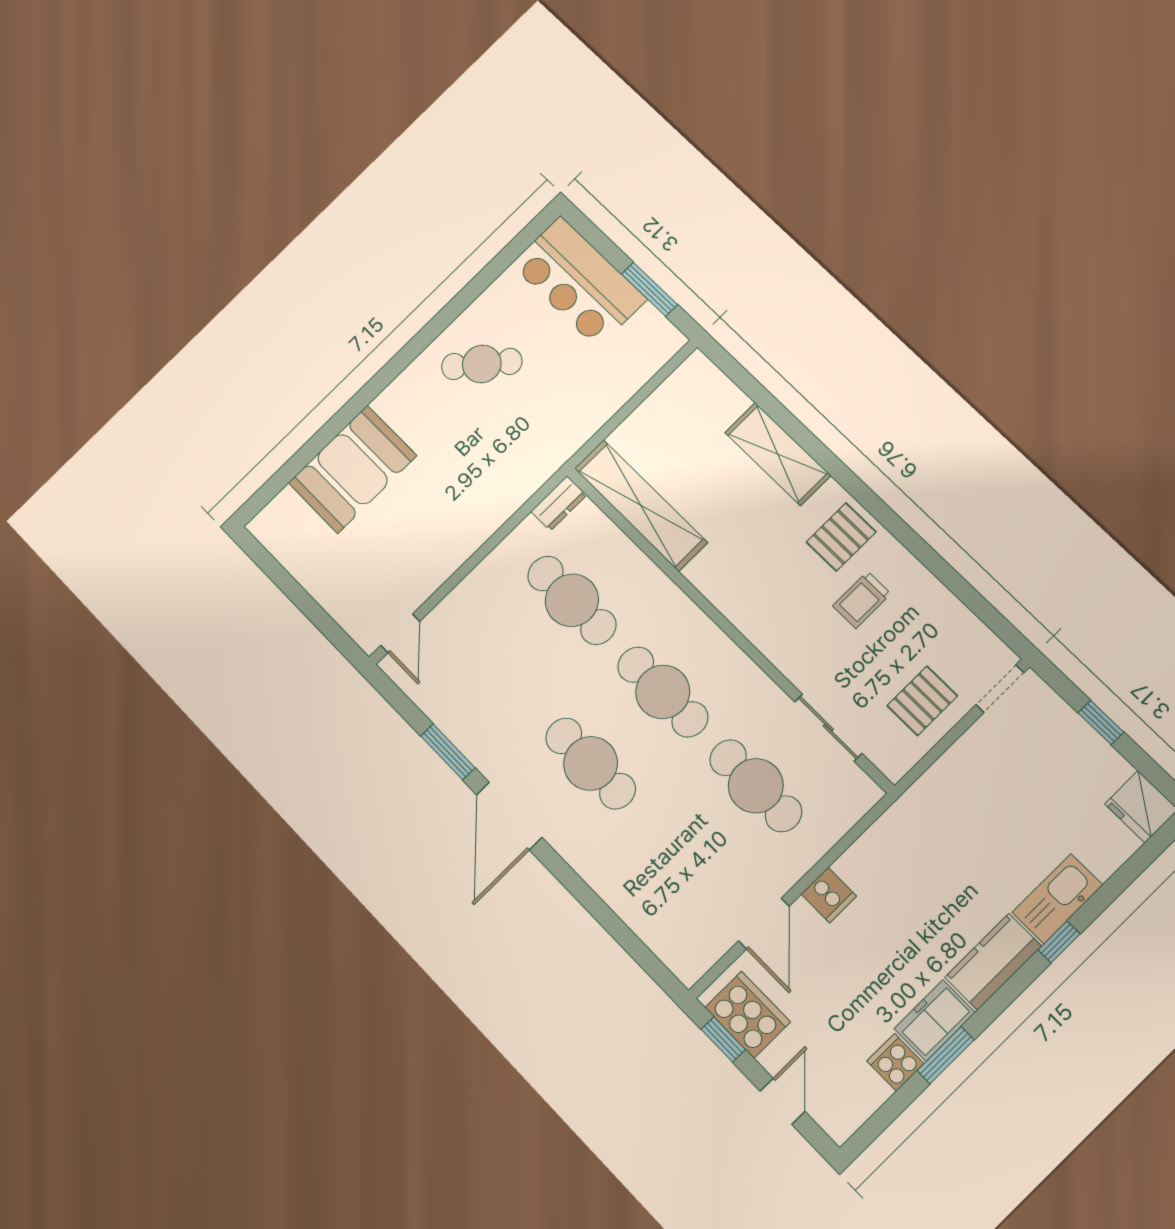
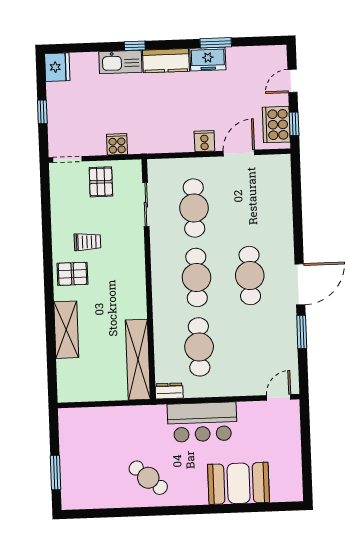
bar counter: (579, 282) -> (202, 422), moved, turned 90
window: (649, 289) -> (56, 473), moved
pallet: (922, 701) -> (101, 182), turned 90
cooker: (895, 1062) -> (117, 144), moved, turned 180

